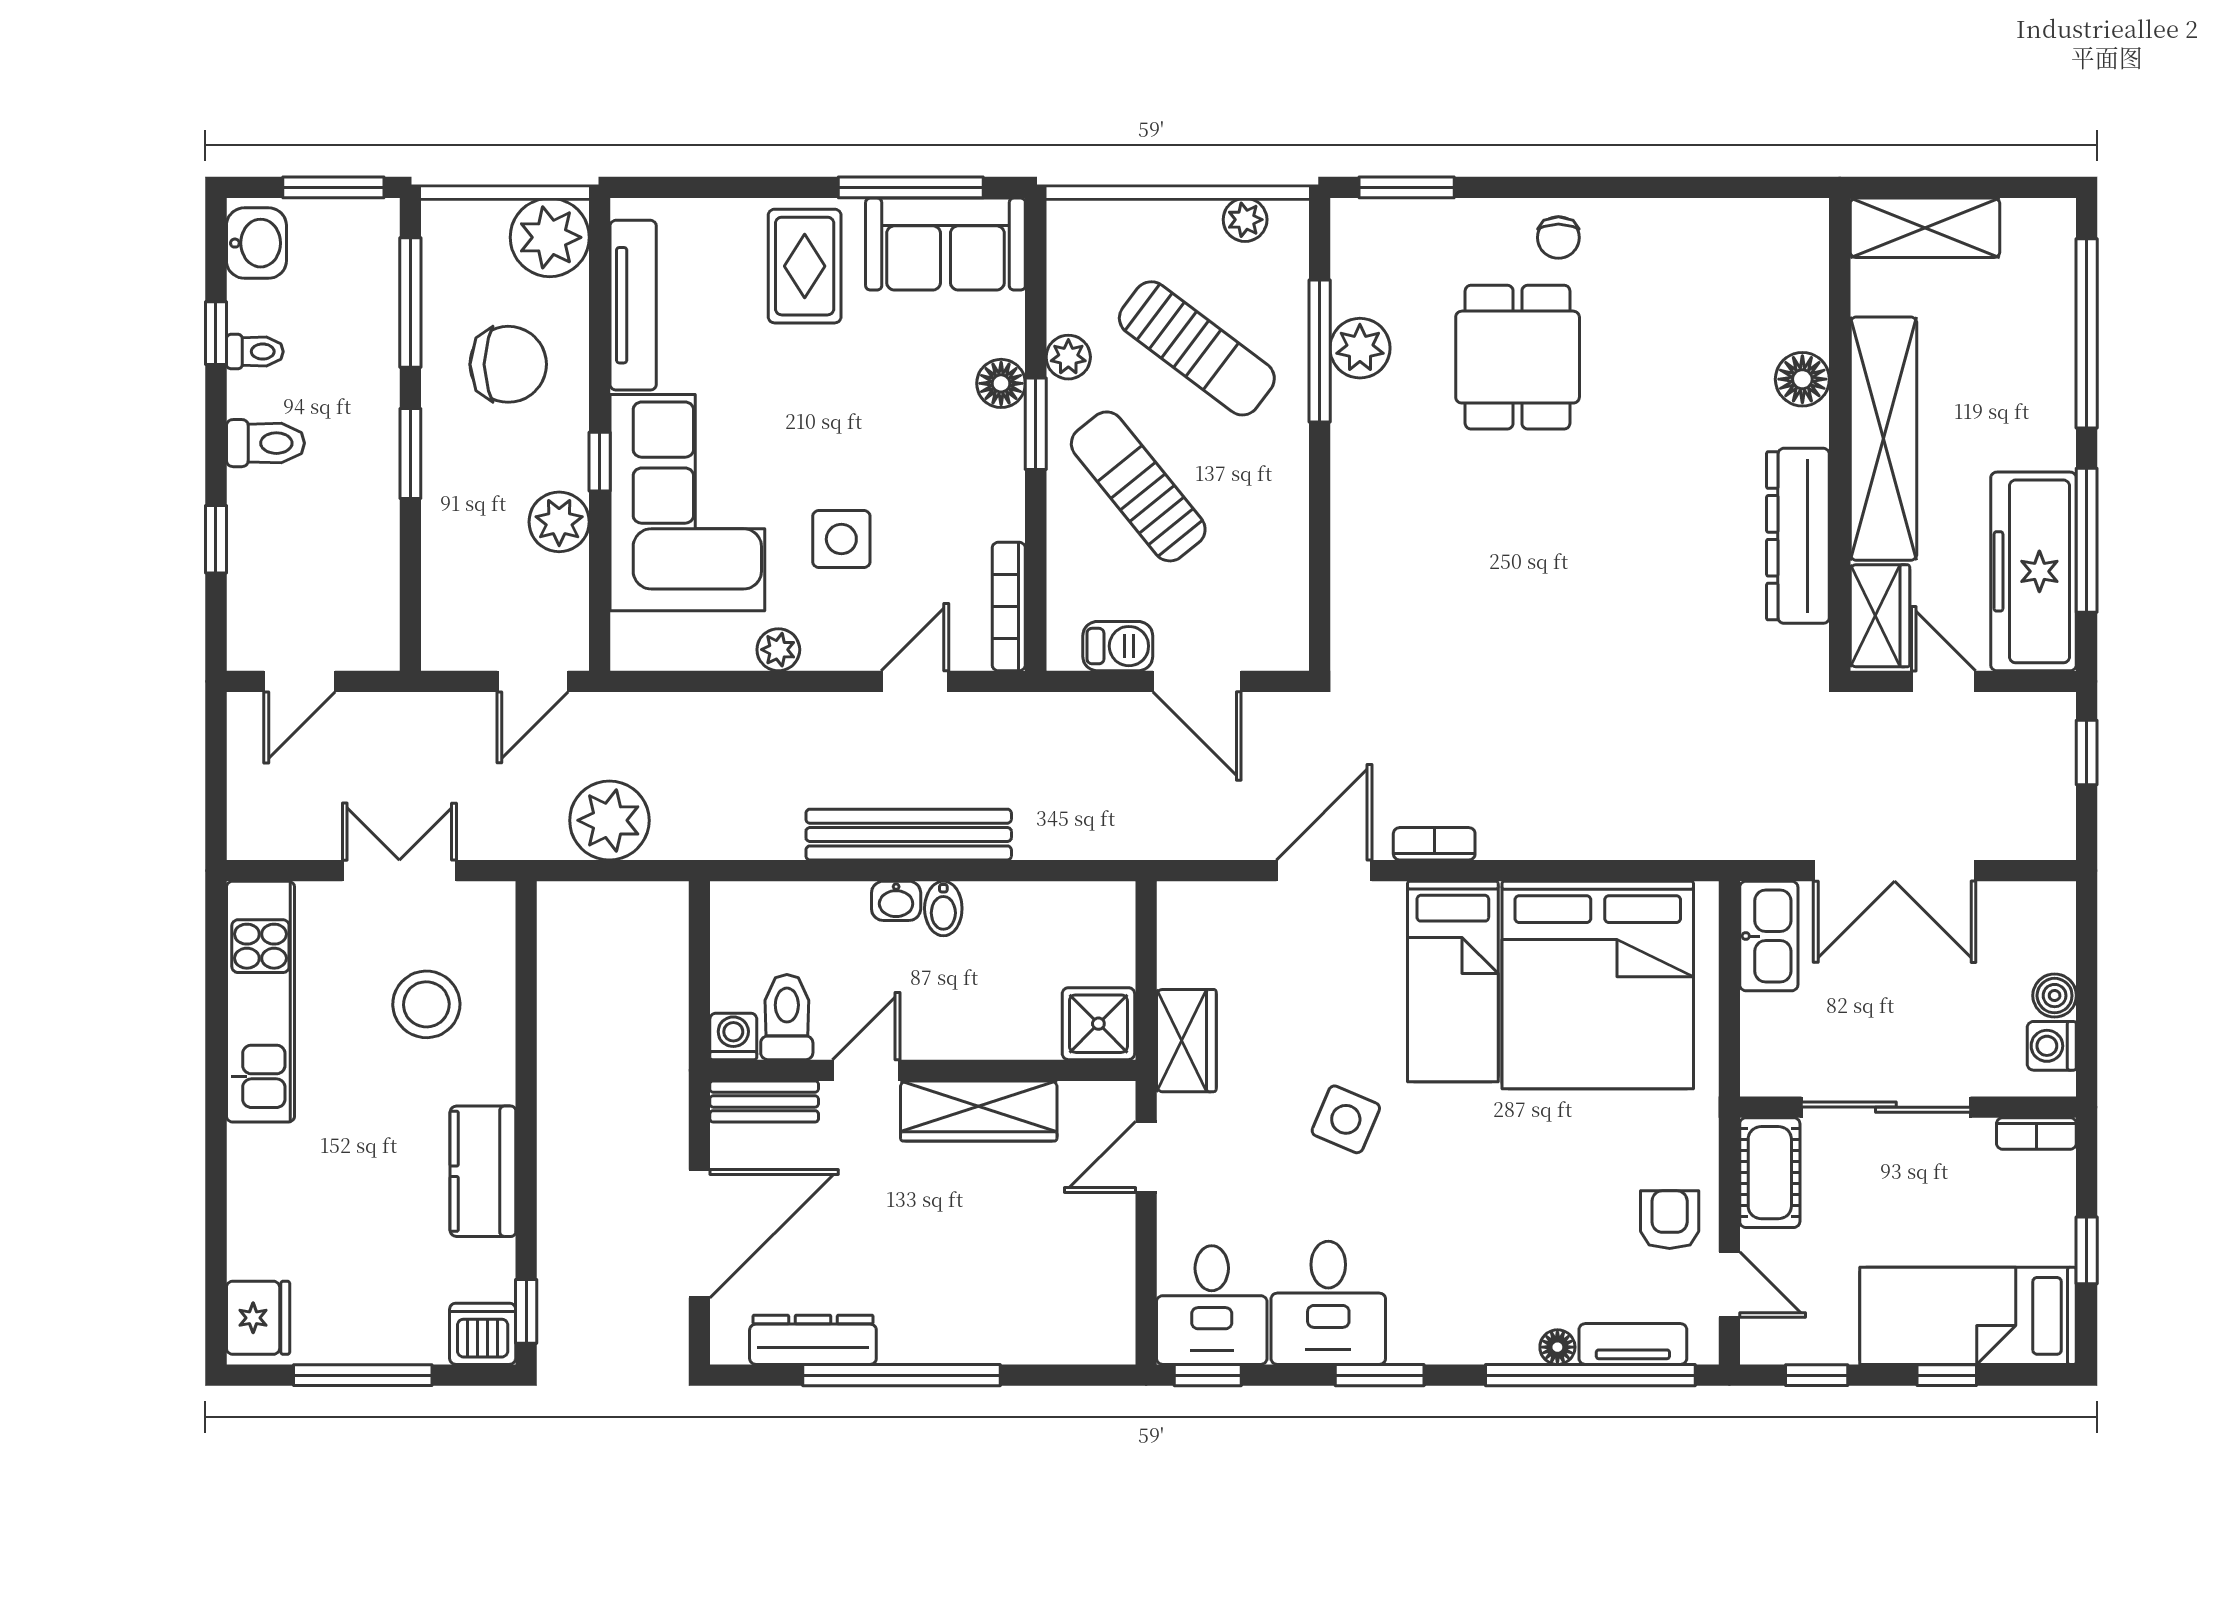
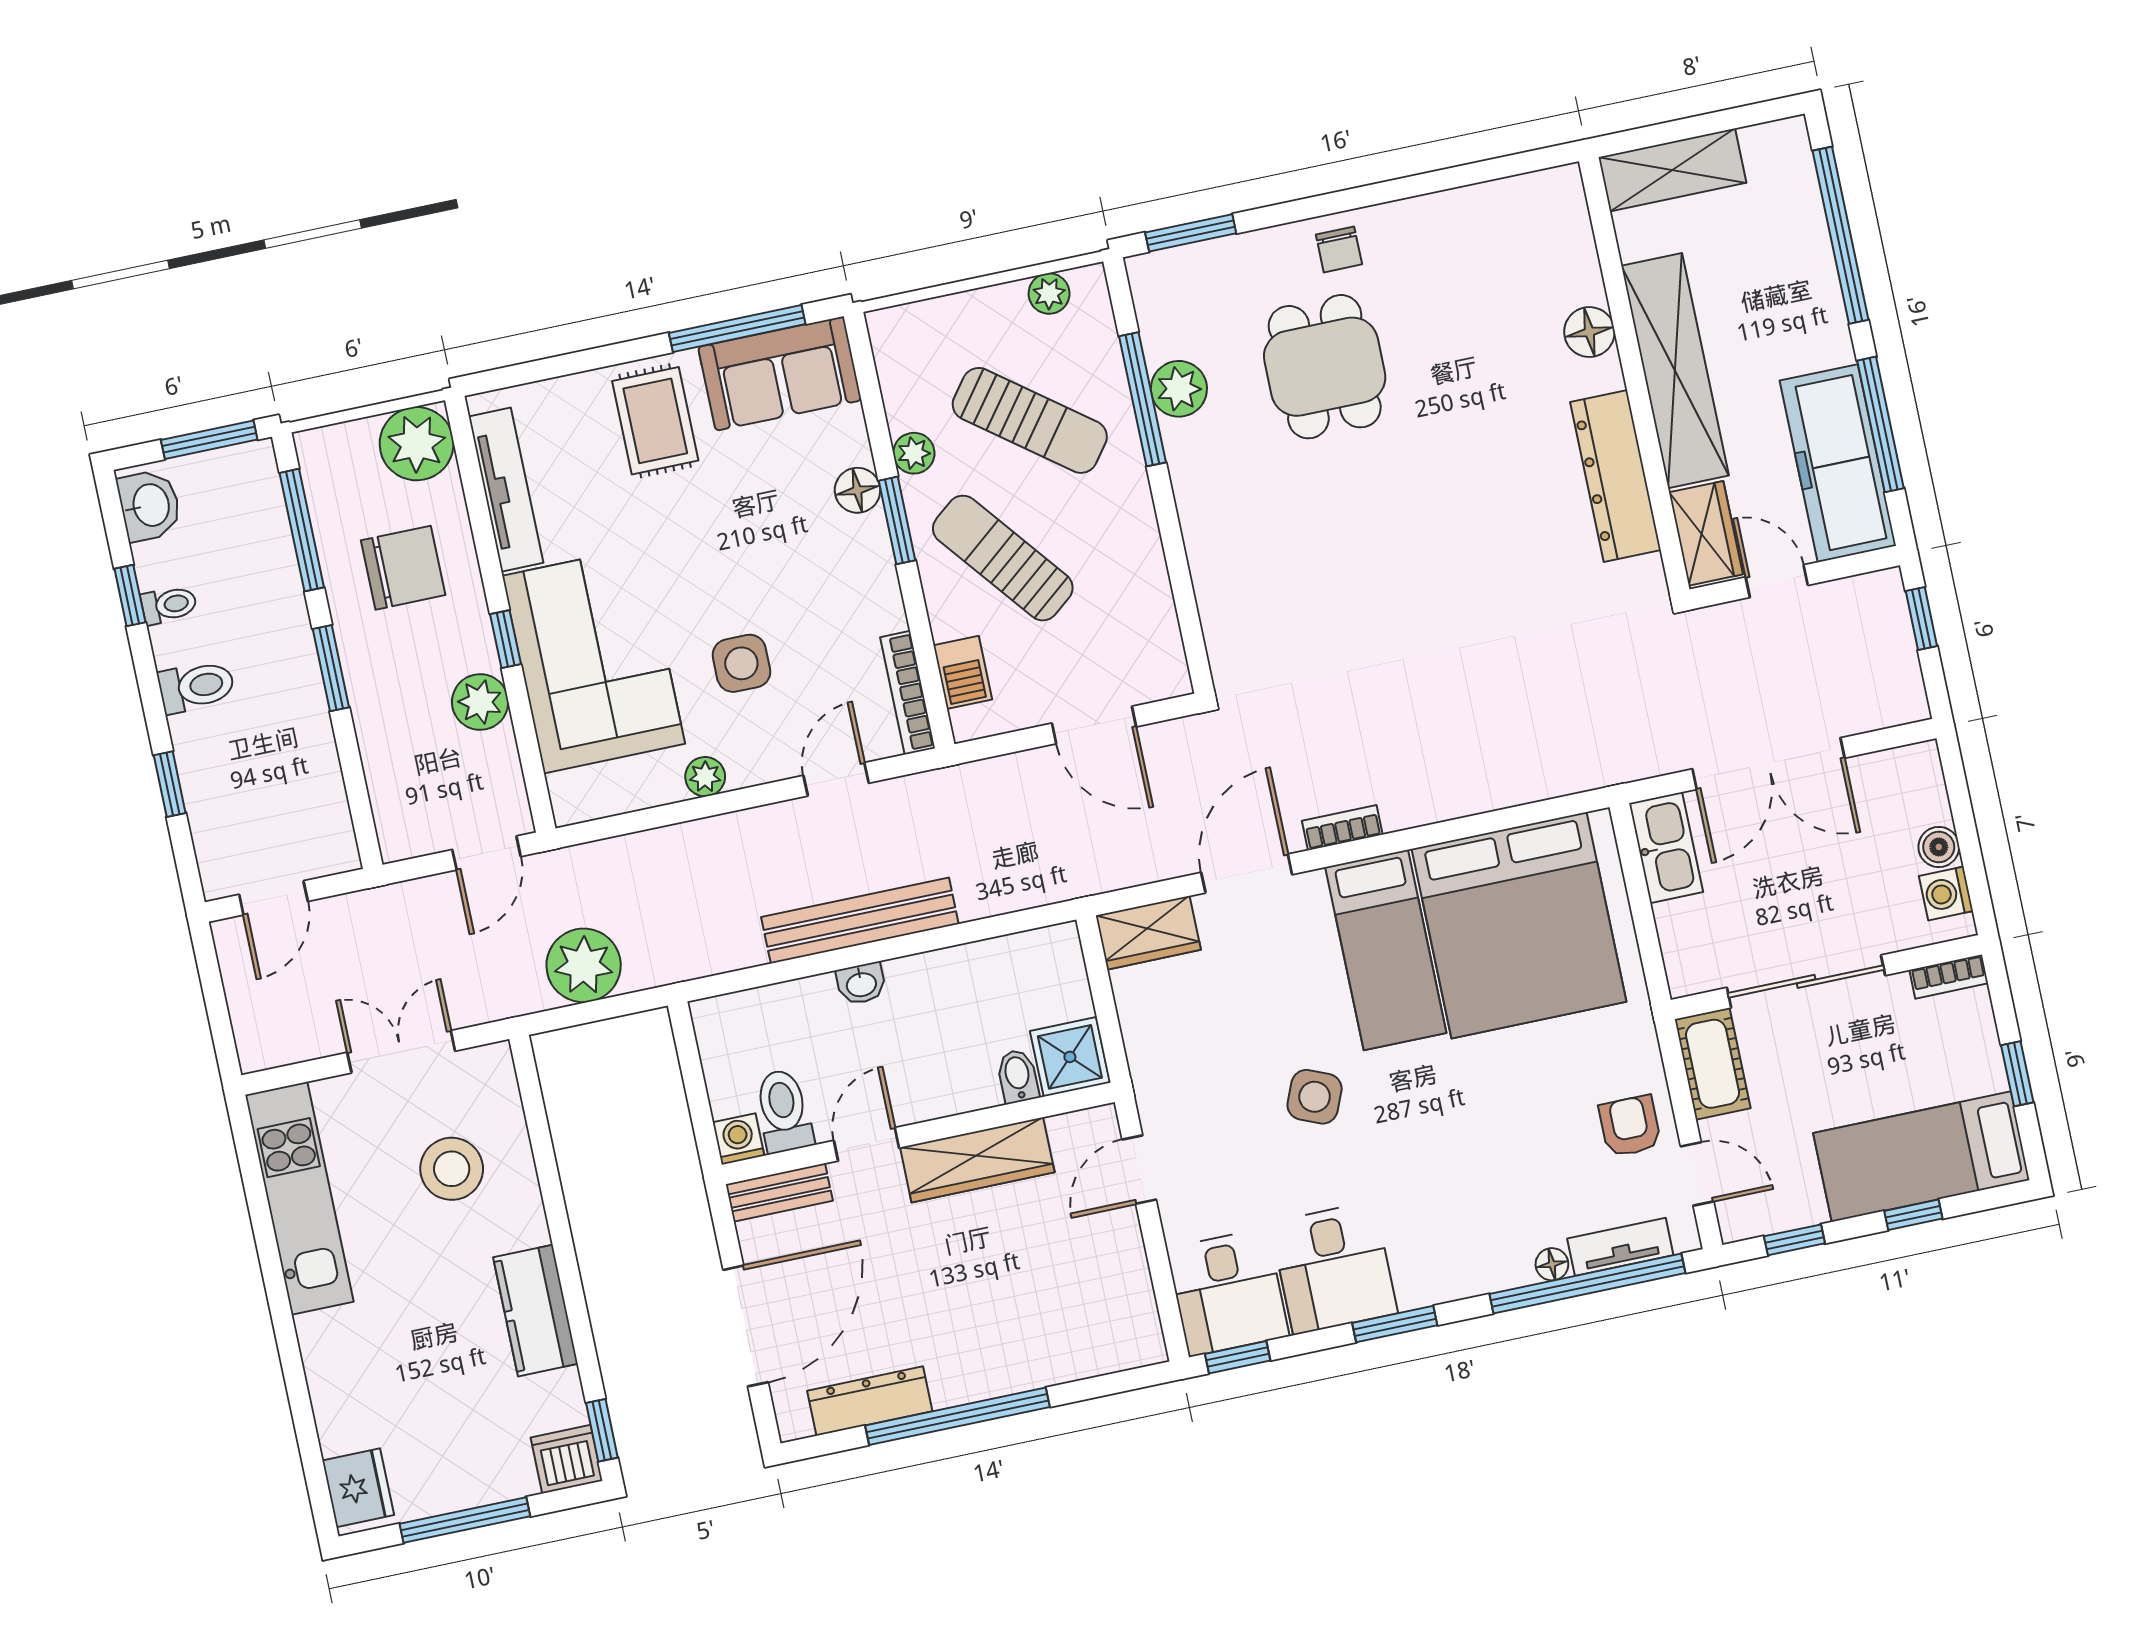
barbecue: (1118, 646) -> (963, 672), moved, turned 90
bidet: (943, 908) -> (1018, 1076), moved, turned 180
wardrobe: (1186, 1041) -> (1148, 933), moved, turned 90

